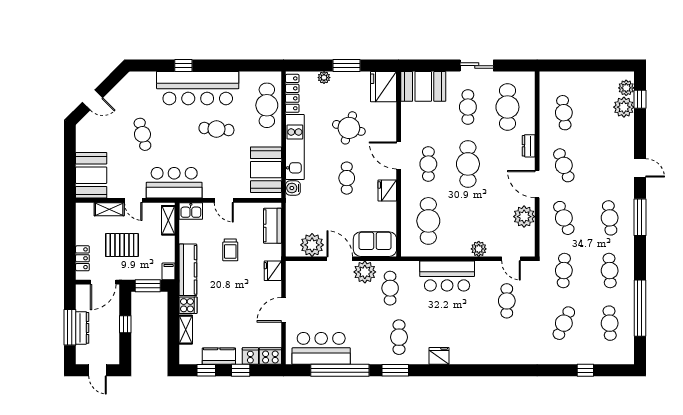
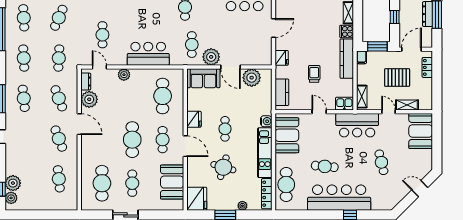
booth: (423, 86) -> (172, 182), moved, turned 90
dresser: (529, 146) -> (86, 82), moved

